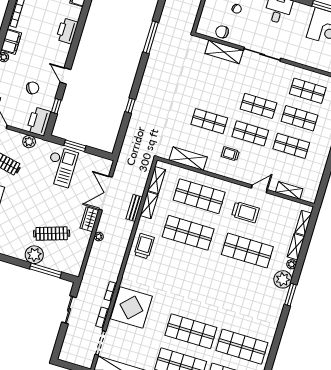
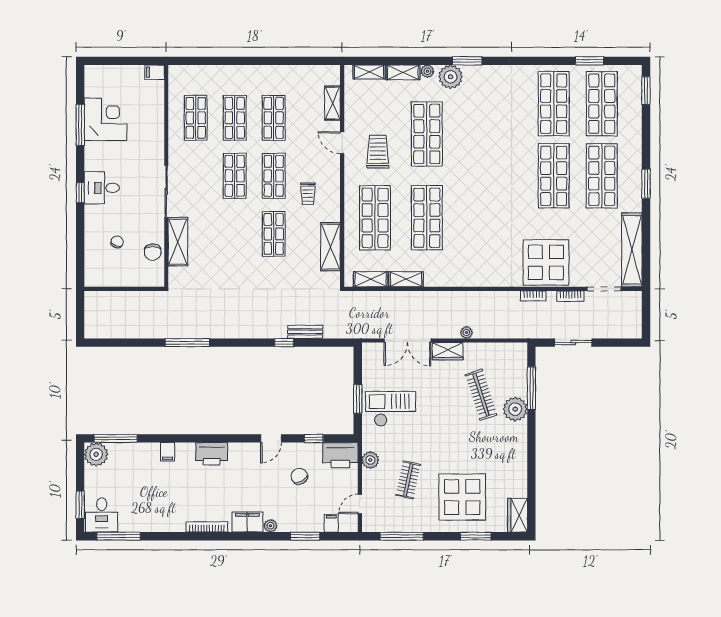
bench: (134, 208) -> (305, 332), moved
trolley: (144, 246) -> (461, 270), removed

